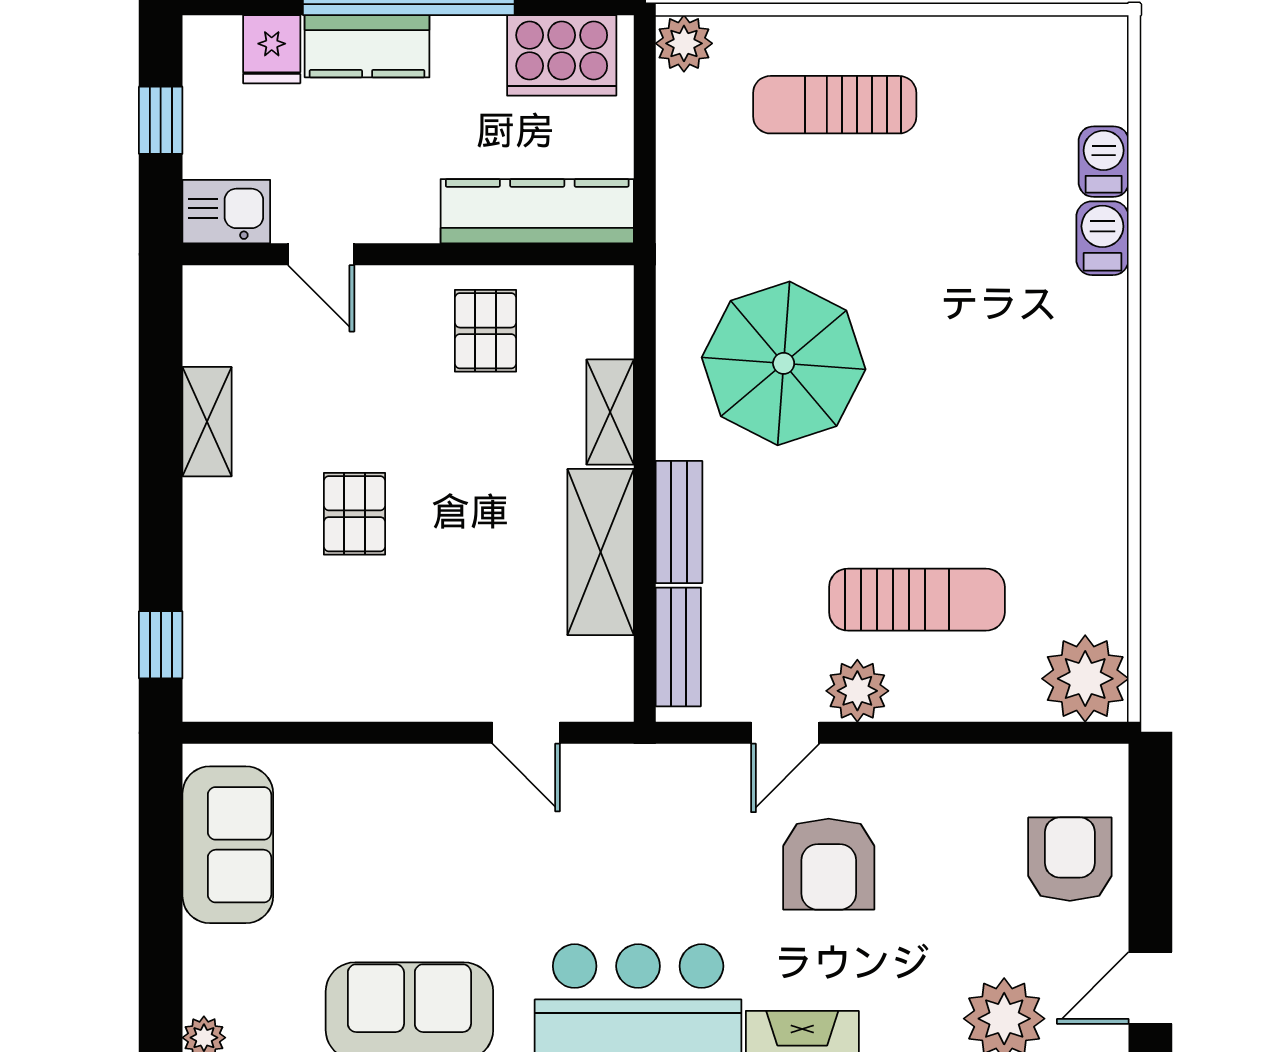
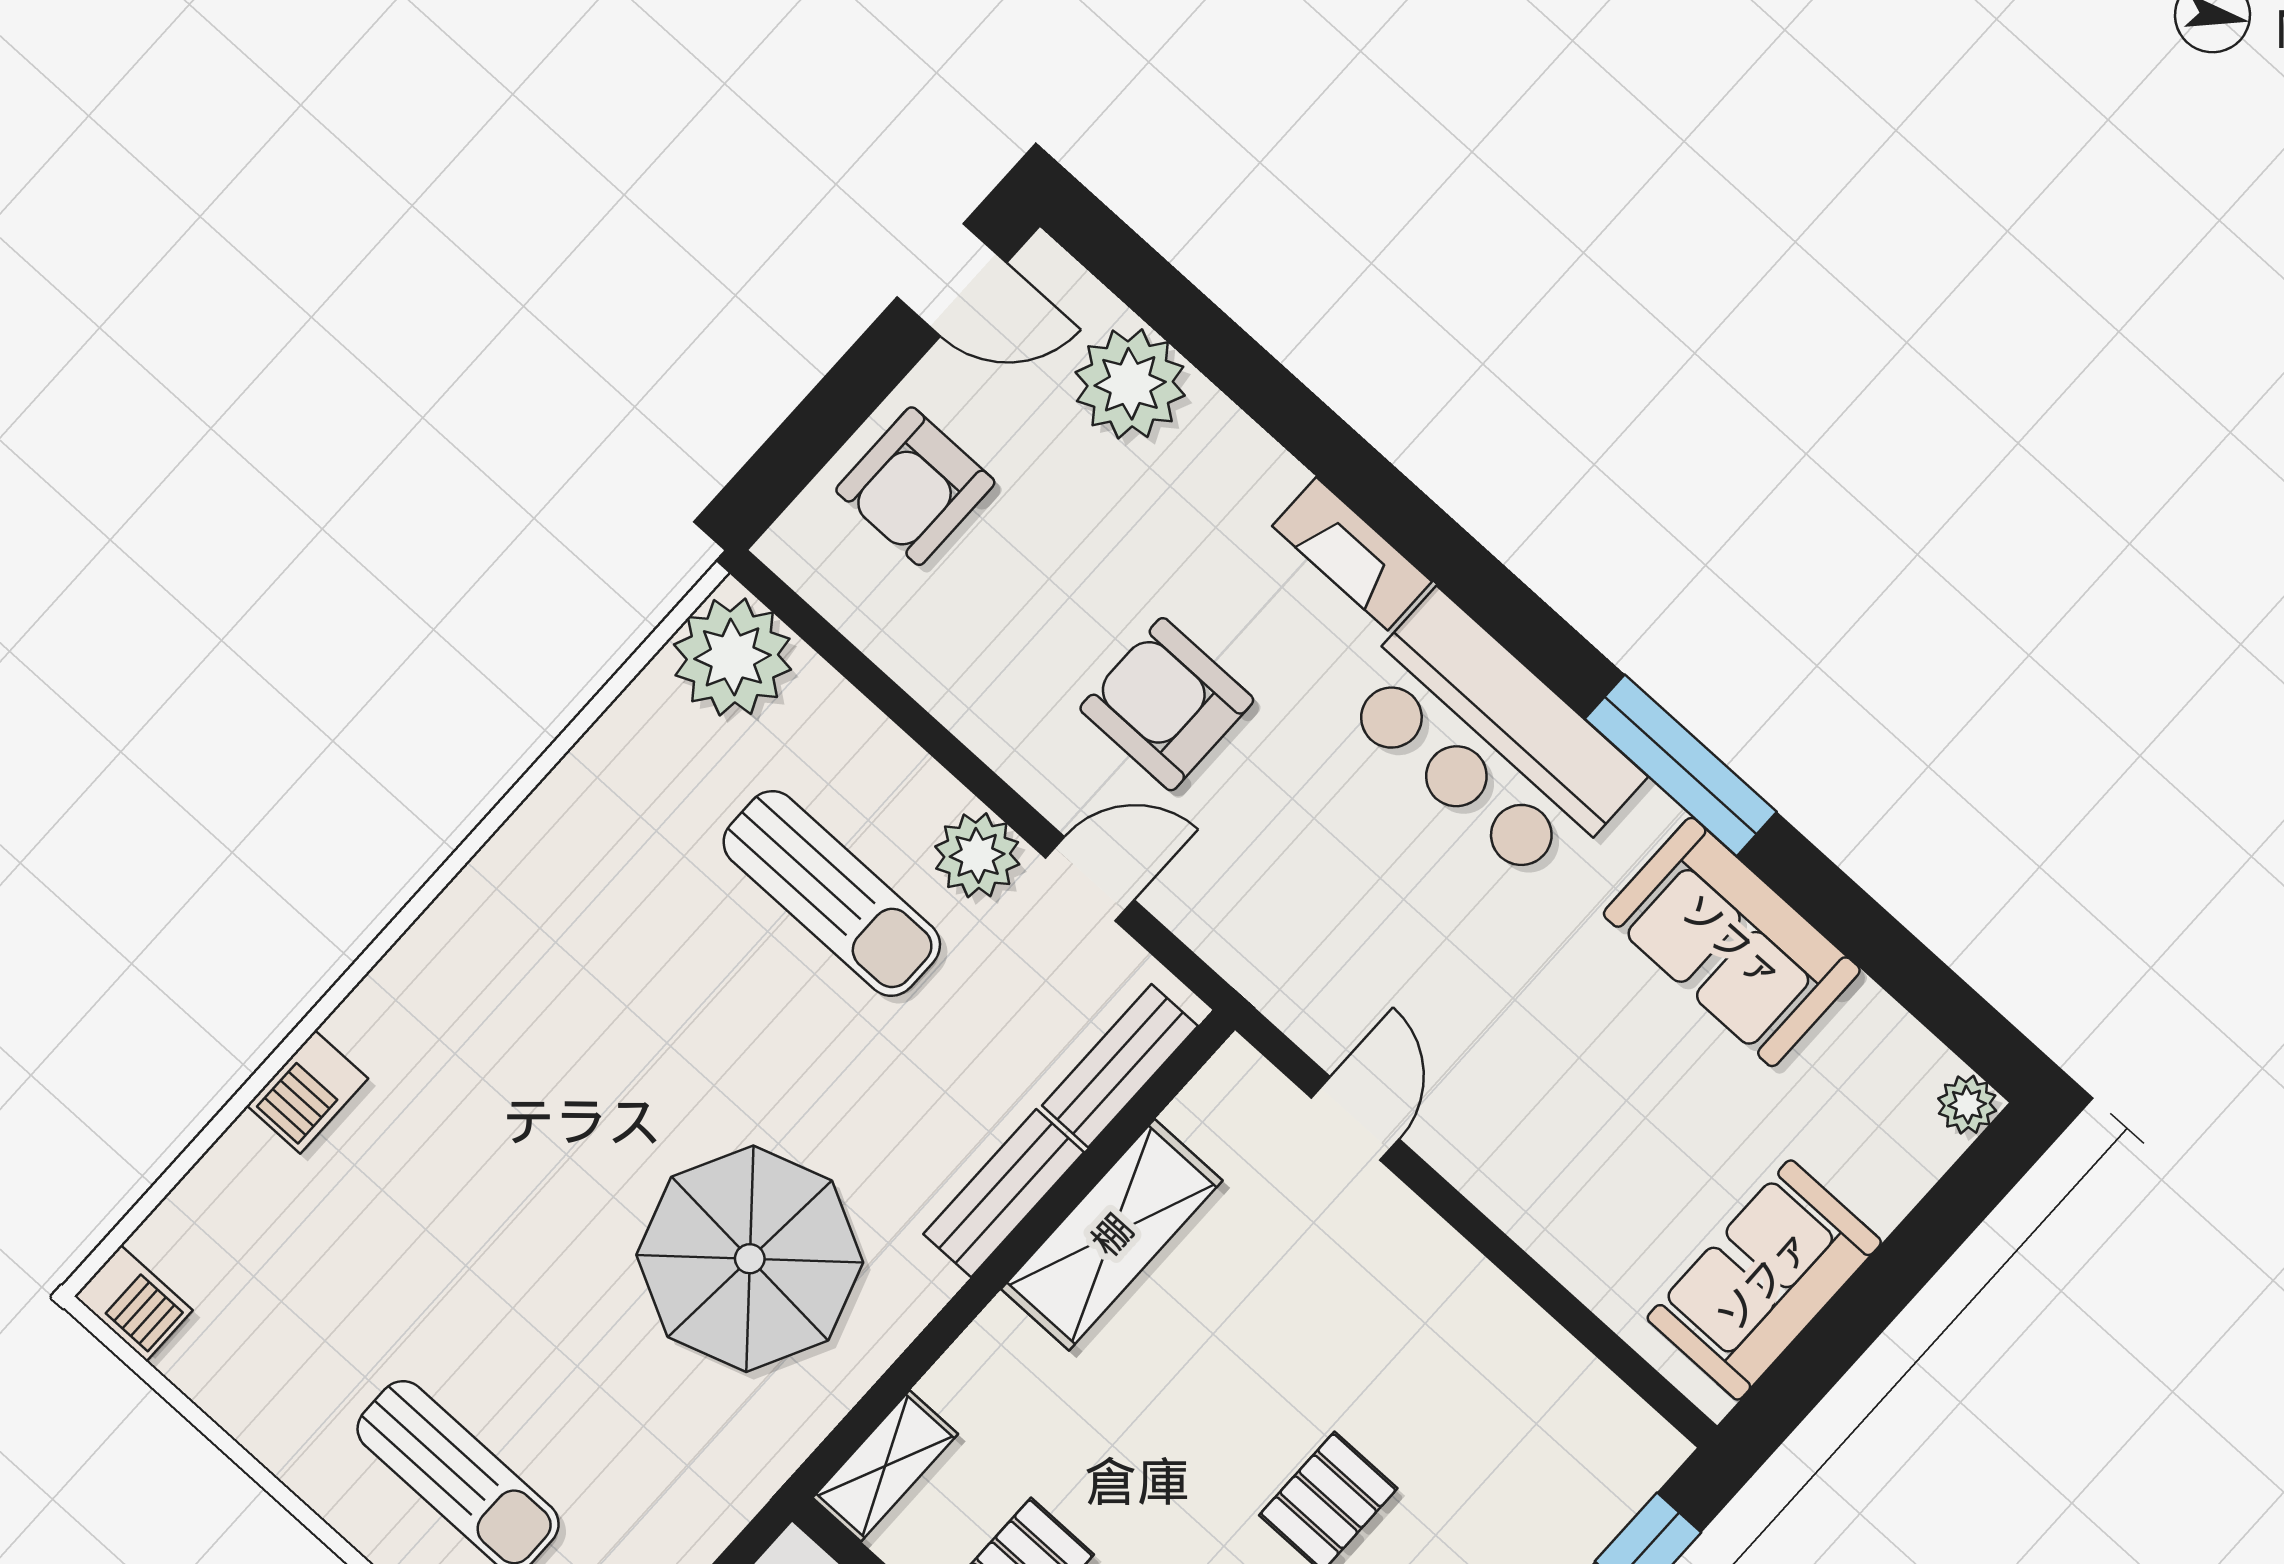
barbecue: (1104, 162) -> (133, 1303), moved, turned -90
shelving: (610, 412) -> (885, 1466), moved
sun lounger: (917, 600) -> (832, 893), turned 180
armchair: (829, 864) -> (1167, 704), turned -90

